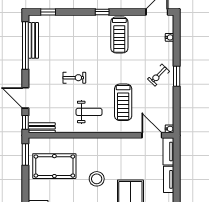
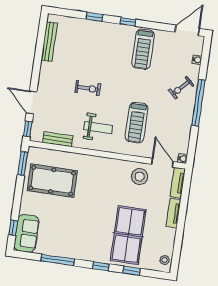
window: (48, 12) -> (95, 17), moved
window: (25, 46) -> (40, 46), removed
exercise bike: (158, 75) -> (181, 88), moved
window: (177, 76) -> (198, 103), width x2.11
bench: (42, 128) -> (58, 139), moved
stool: (97, 179) -> (140, 177), moved

